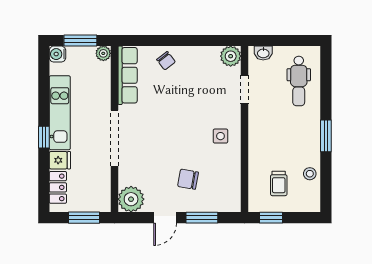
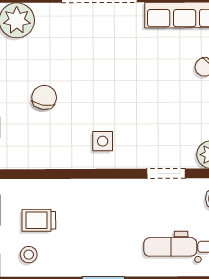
stool: (310, 174) -> (29, 255), moved

